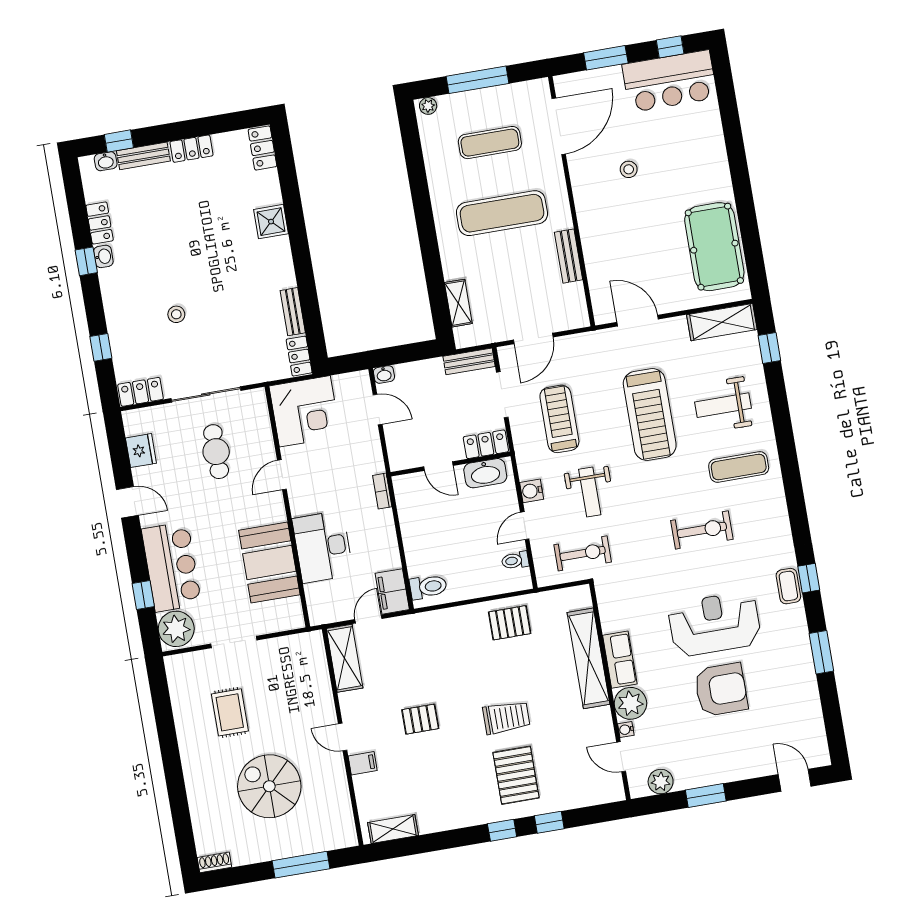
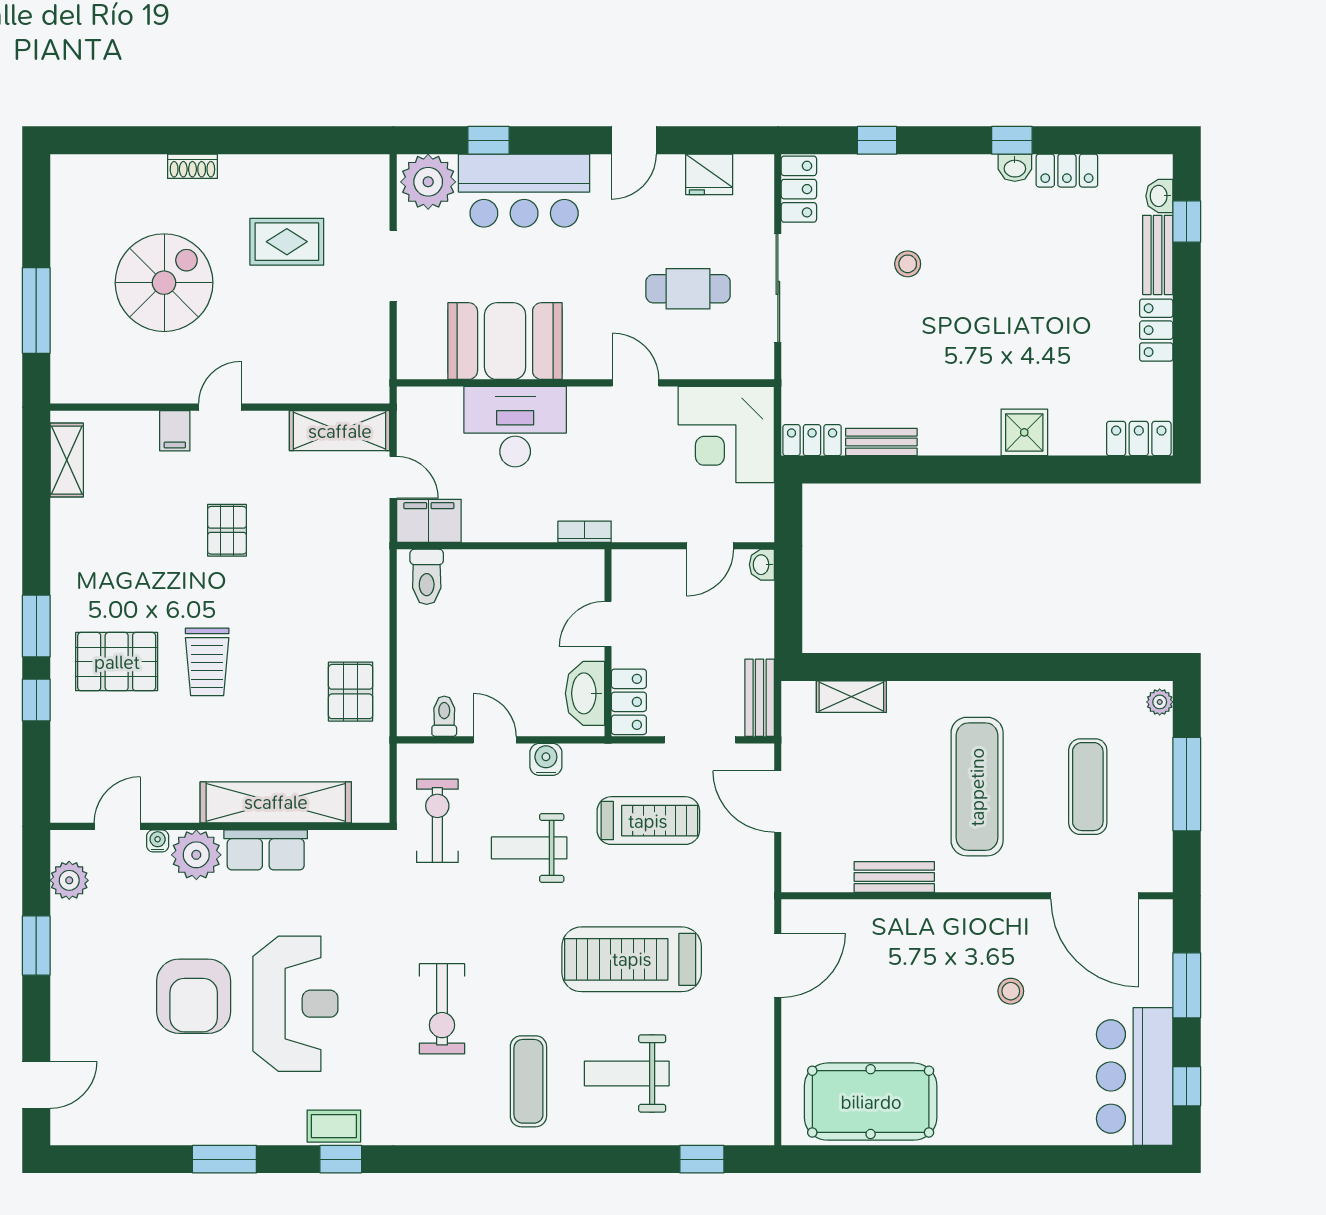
shelving: (722, 322) -> (754, 1093), removed
weight bench: (723, 405) -> (627, 1073), turned -90
exercise bike: (583, 553) -> (437, 821), turned 180
window: (502, 830) -> (36, 626), width x1.50
shoe rack: (214, 862) -> (192, 166), moved, turned 90

